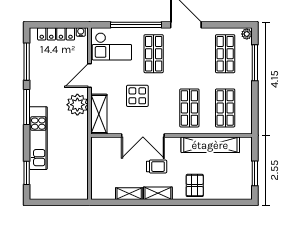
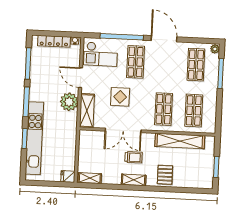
door: (90, 75) -> (81, 78), hinge flipped
kitchen unit: (38, 138) -> (34, 138), width x1.36
window: (27, 173) -> (25, 139), moved
fridge: (80, 193) -> (68, 176), added
shelving: (129, 194) -> (90, 178), moved

